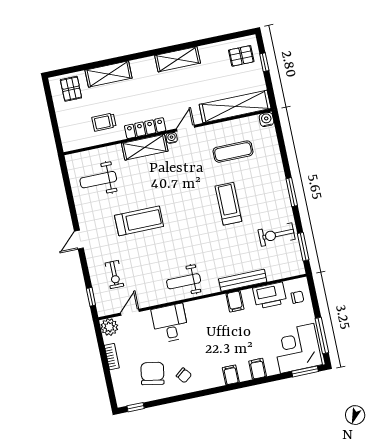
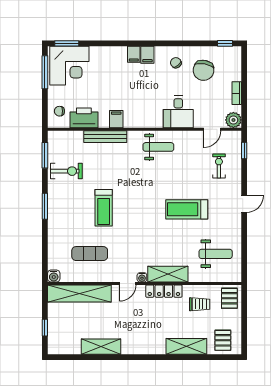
pallet: (241, 56) -> (229, 298), moved, turned 90
shelving: (178, 59) -> (101, 347), moved
filing cabinet: (258, 369) -> (147, 55), moved

